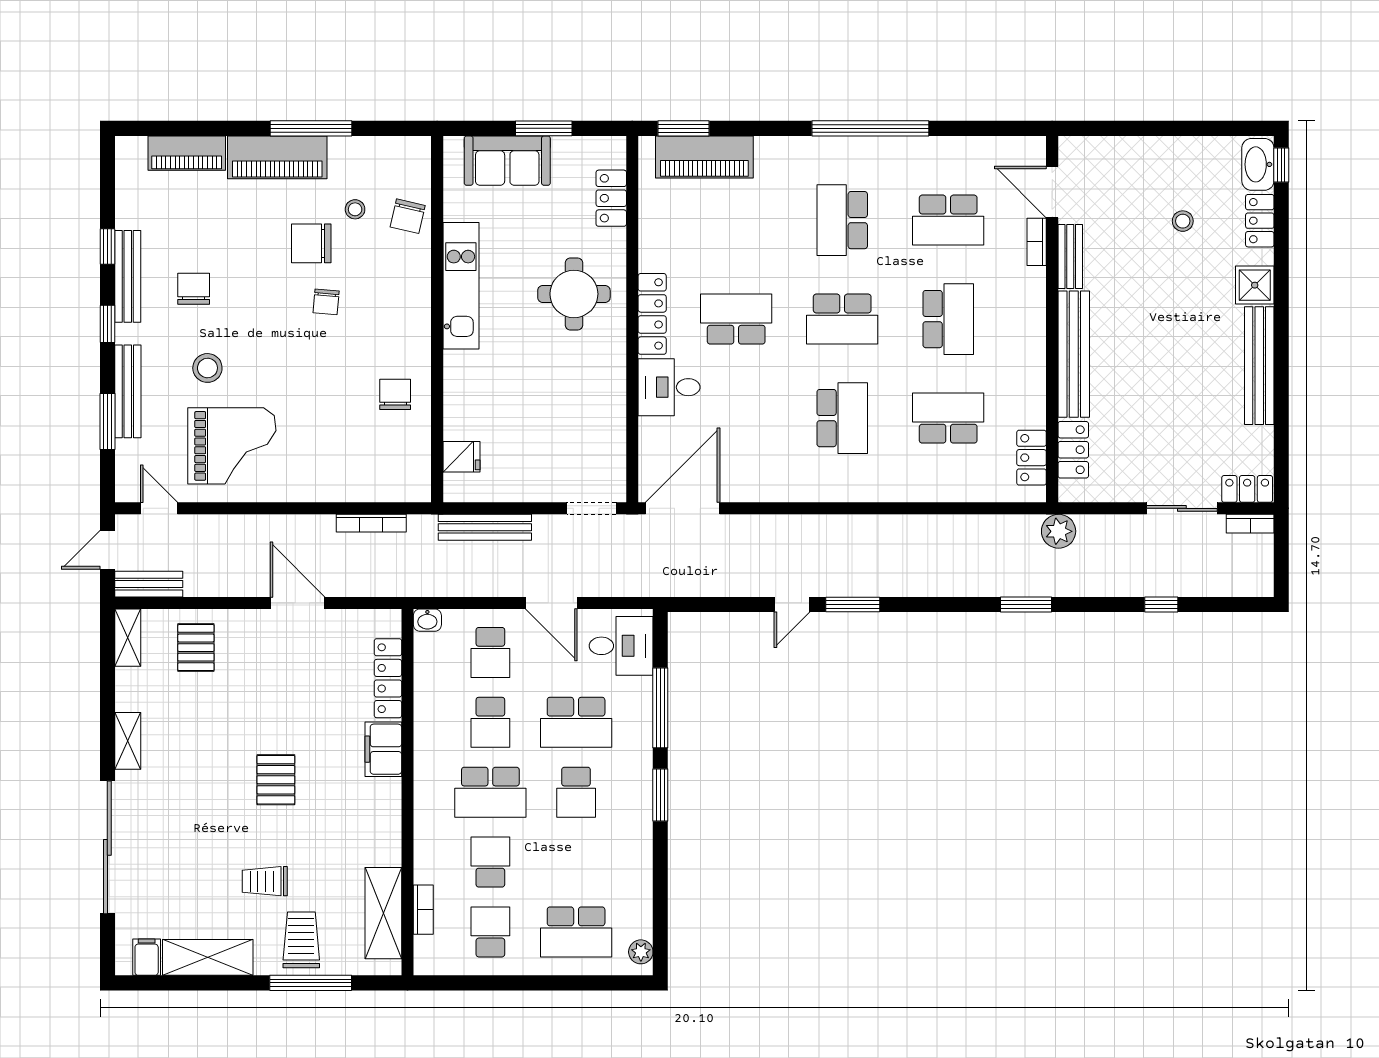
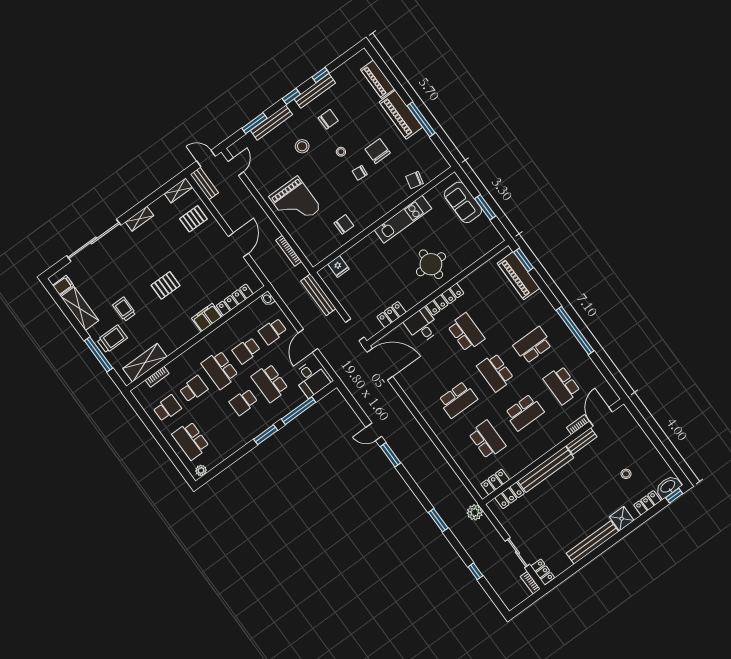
locker: (611, 198) -> (391, 315), moved
stool: (355, 209) -> (341, 152), moved
grand piano: (232, 446) -> (295, 202), moved

